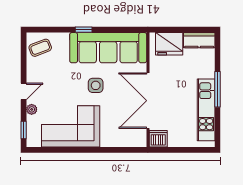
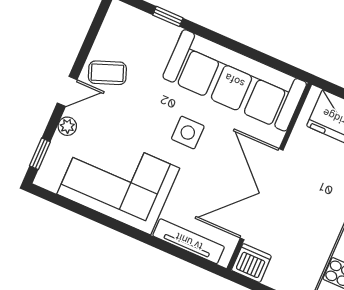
window: (84, 30) -> (168, 16), moved
coffee table: (40, 48) -> (107, 73), moved
tv unit: (121, 142) -> (189, 241), added

